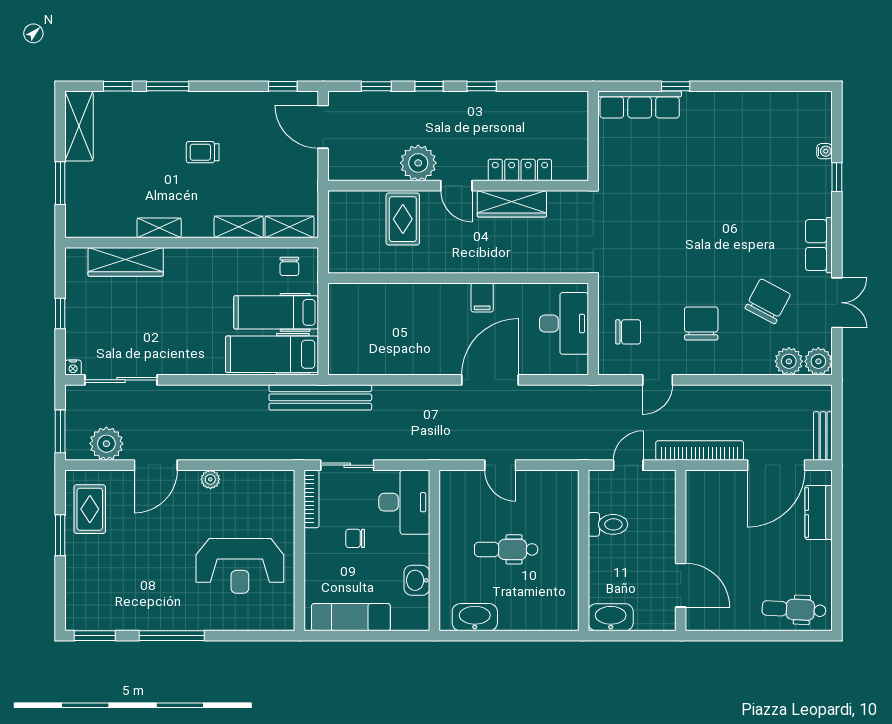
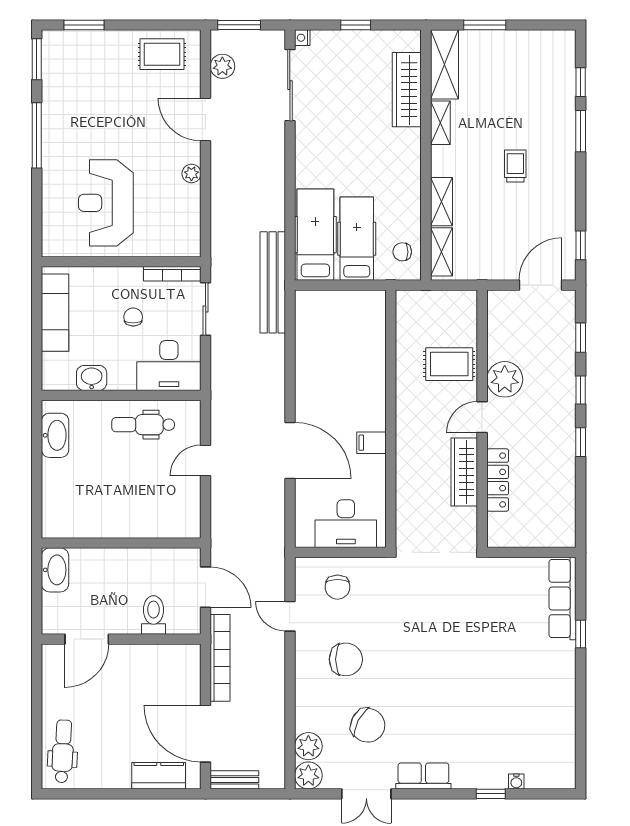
shelving: (79, 126) -> (444, 64), moved, turned 90
plant: (106, 444) -> (222, 66), width x0.73, depth x0.73
door: (628, 465) -> (206, 587), width x1.38
toilet: (608, 524) -> (153, 615), moved, turned 180
window: (60, 535) -> (84, 25), moved
dental chair: (506, 549) -> (143, 425), moved, turned -90

